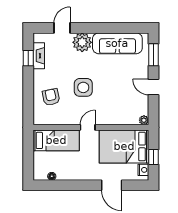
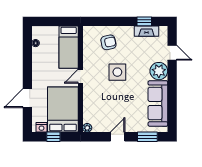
door: (88, 127) -> (81, 76), swing flipped

